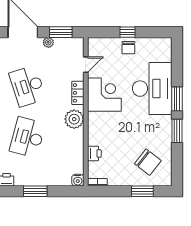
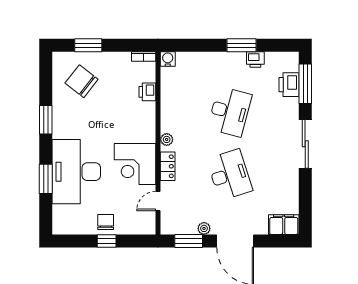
window: (177, 99) -> (46, 179), moved
plant: (74, 119) -> (167, 139), width x0.53, depth x0.53
window: (35, 191) -> (242, 45), moved

